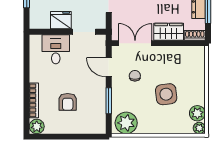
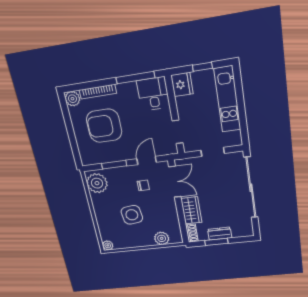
fridge: (61, 20) -> (182, 84), moved
desk: (56, 49) -> (153, 94), moved, turned -90
window: (27, 62) -> (135, 78), added
armchair: (68, 102) -> (104, 126), width x1.88, depth x1.88
plant: (197, 113) -> (162, 238), moved

